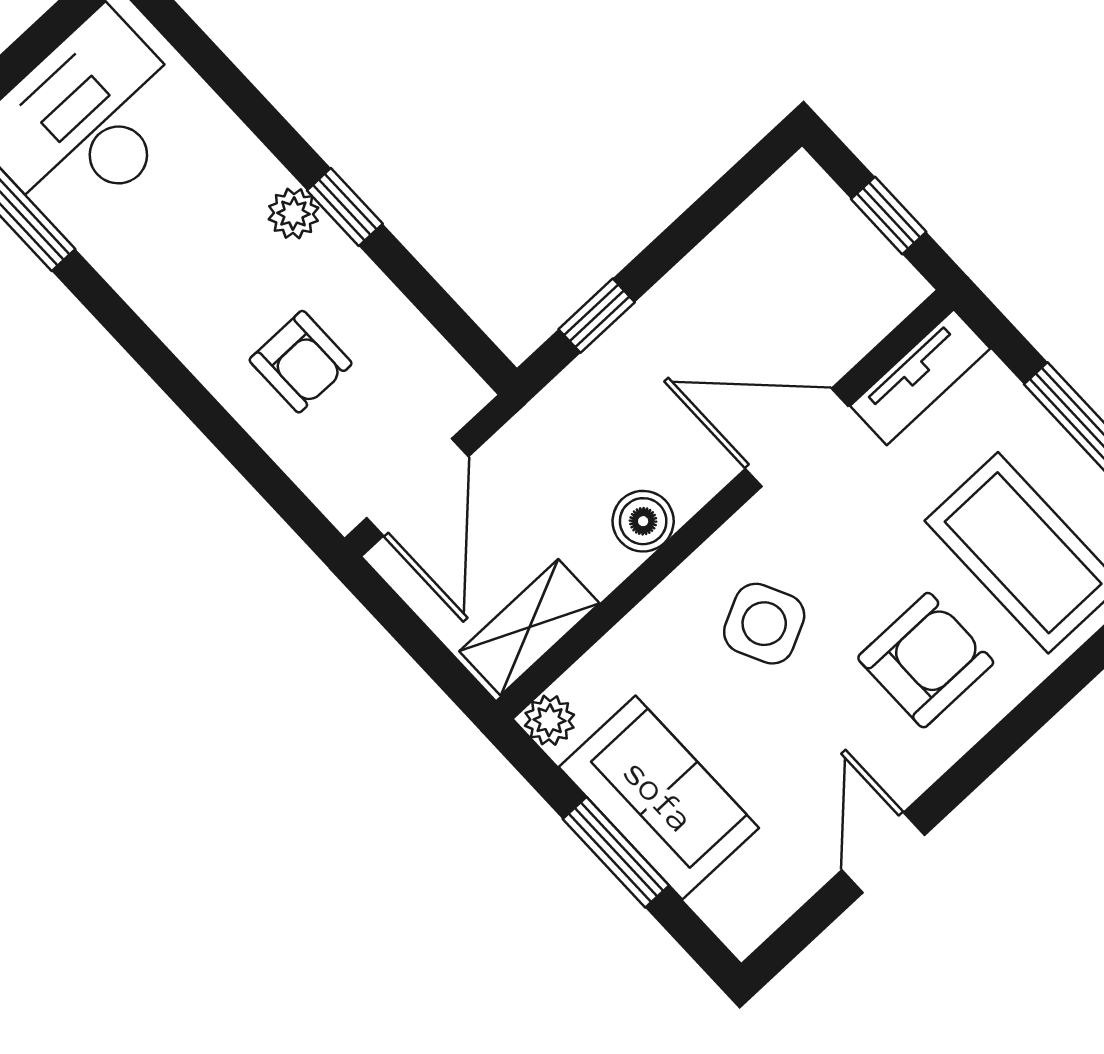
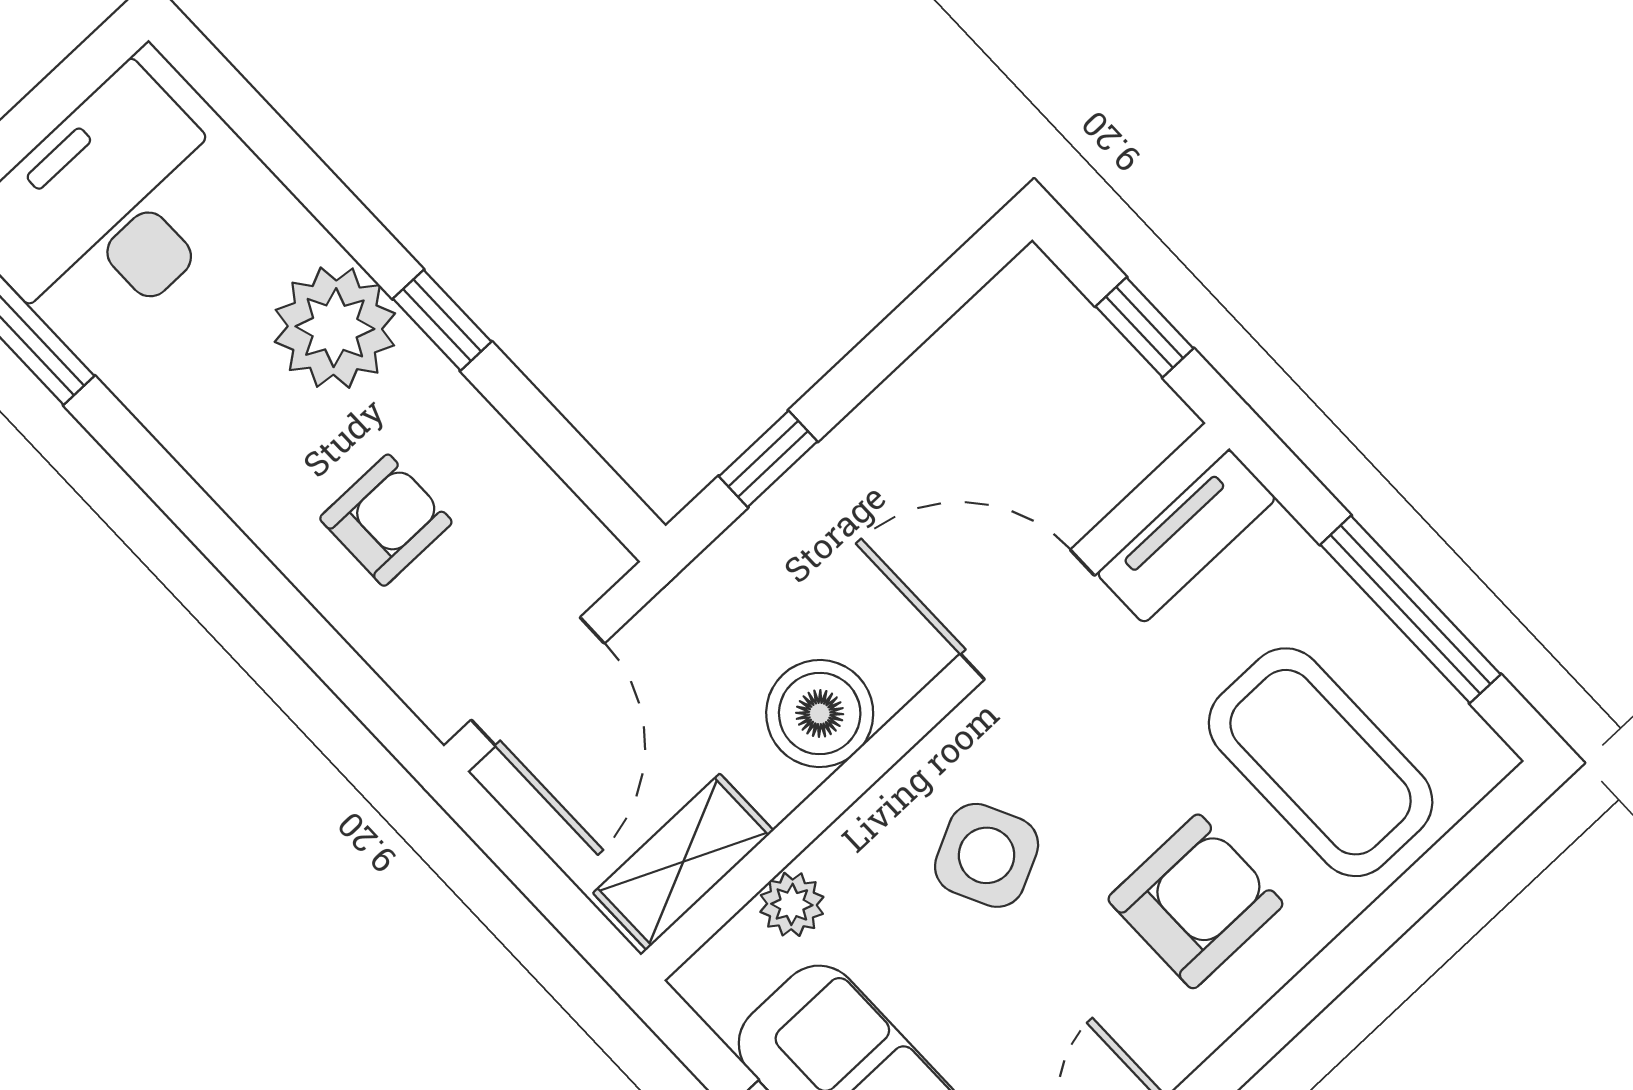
plant: (293, 213) -> (335, 328), width x1.88, depth x1.88
armchair: (301, 362) -> (386, 520), turned -90
boiler: (643, 521) -> (820, 714), width x1.36, depth x1.36
plant: (550, 720) -> (792, 904), moved

